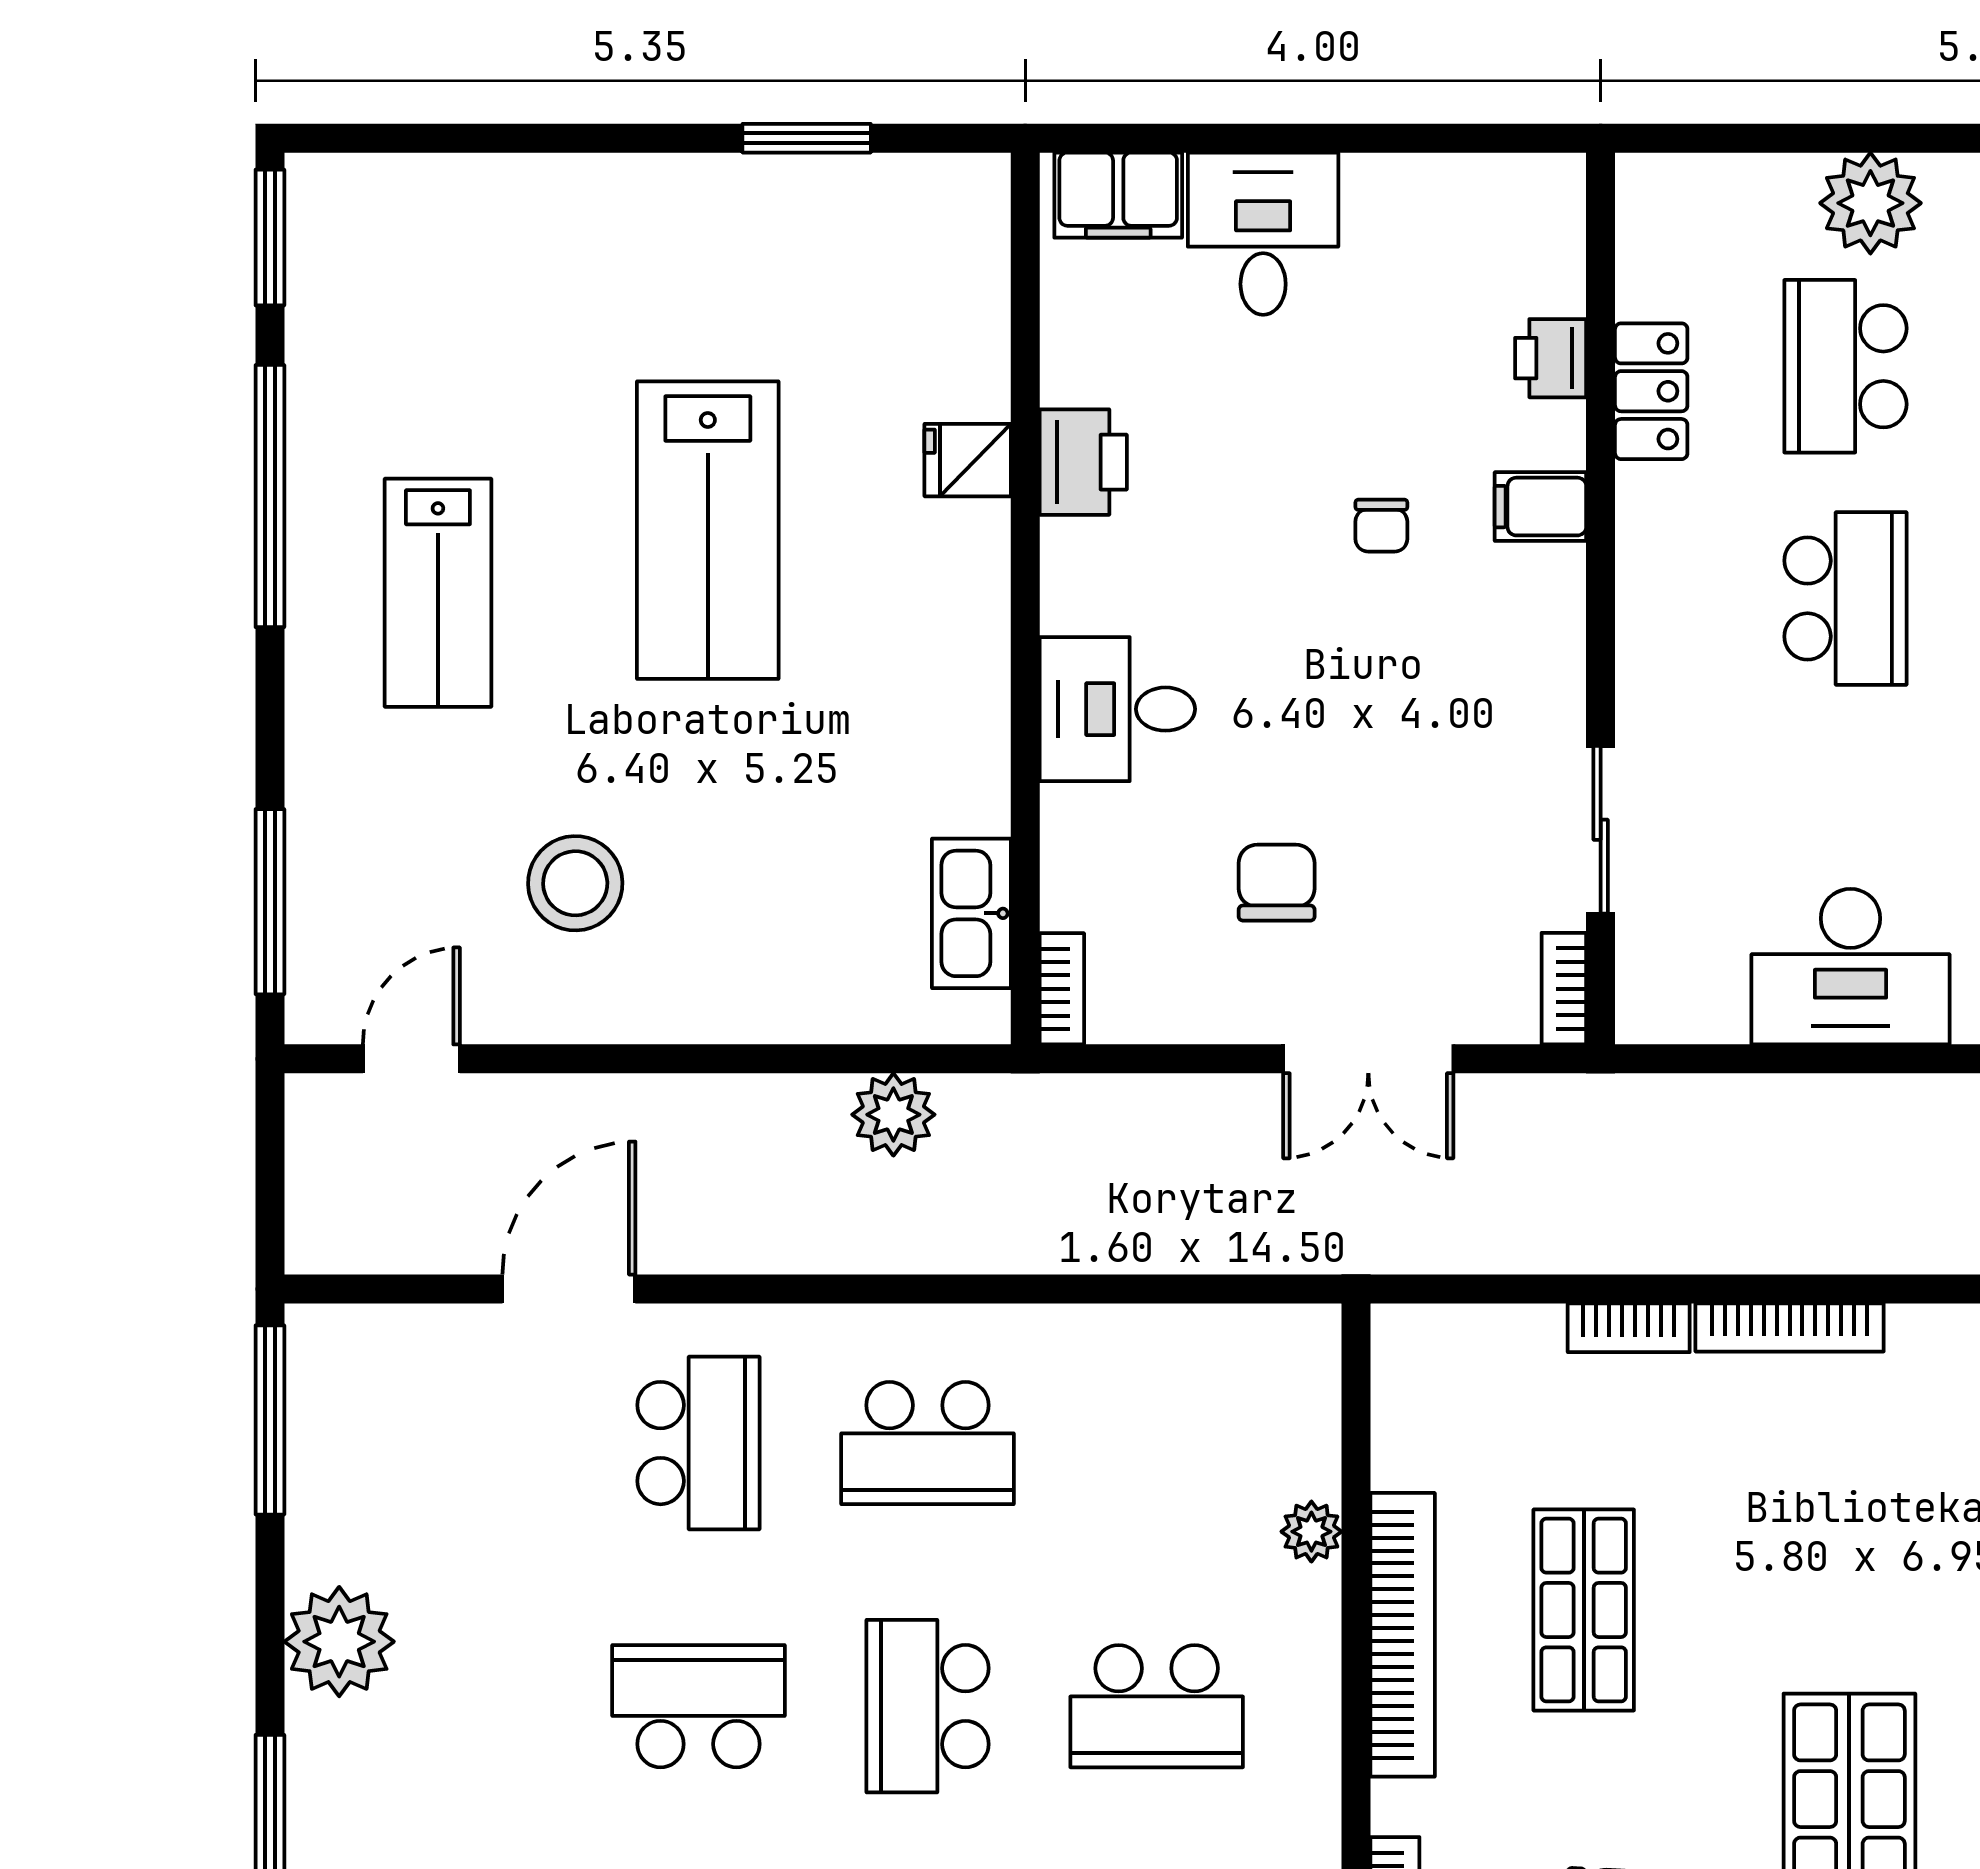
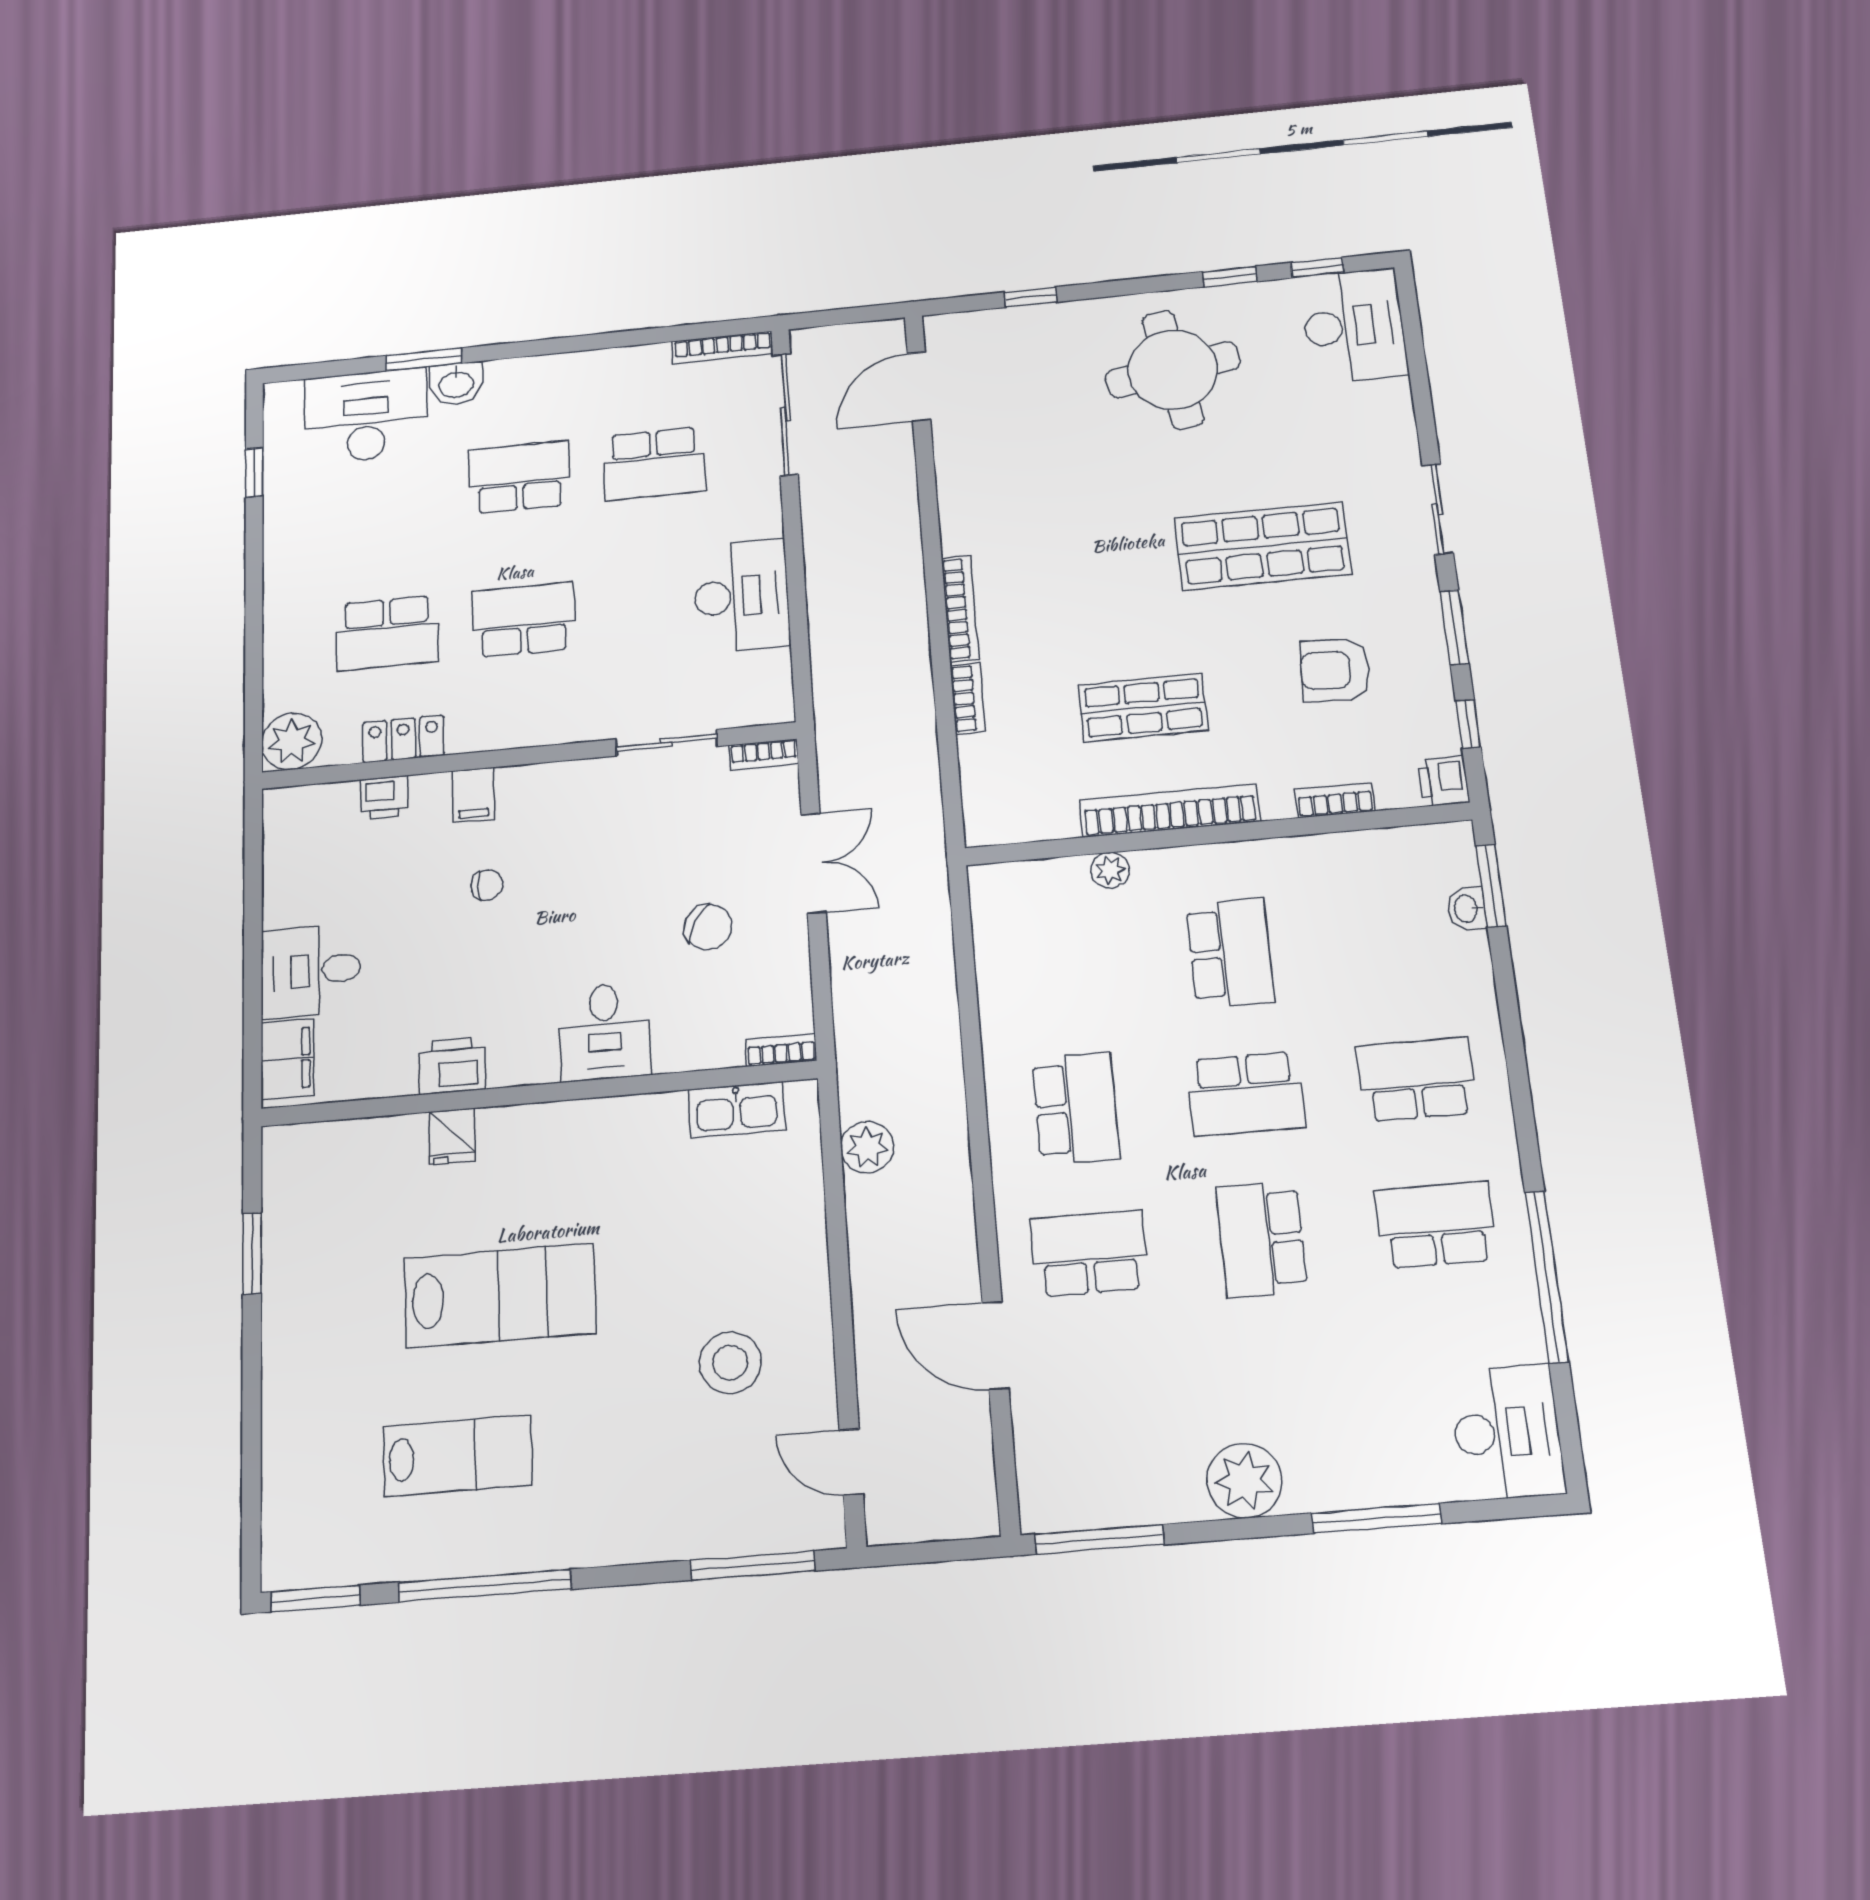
plant: (1870, 203) -> (292, 741), moved
lab bench: (438, 593) -> (458, 1456), moved
chair: (1277, 883) -> (708, 927), turned -152

